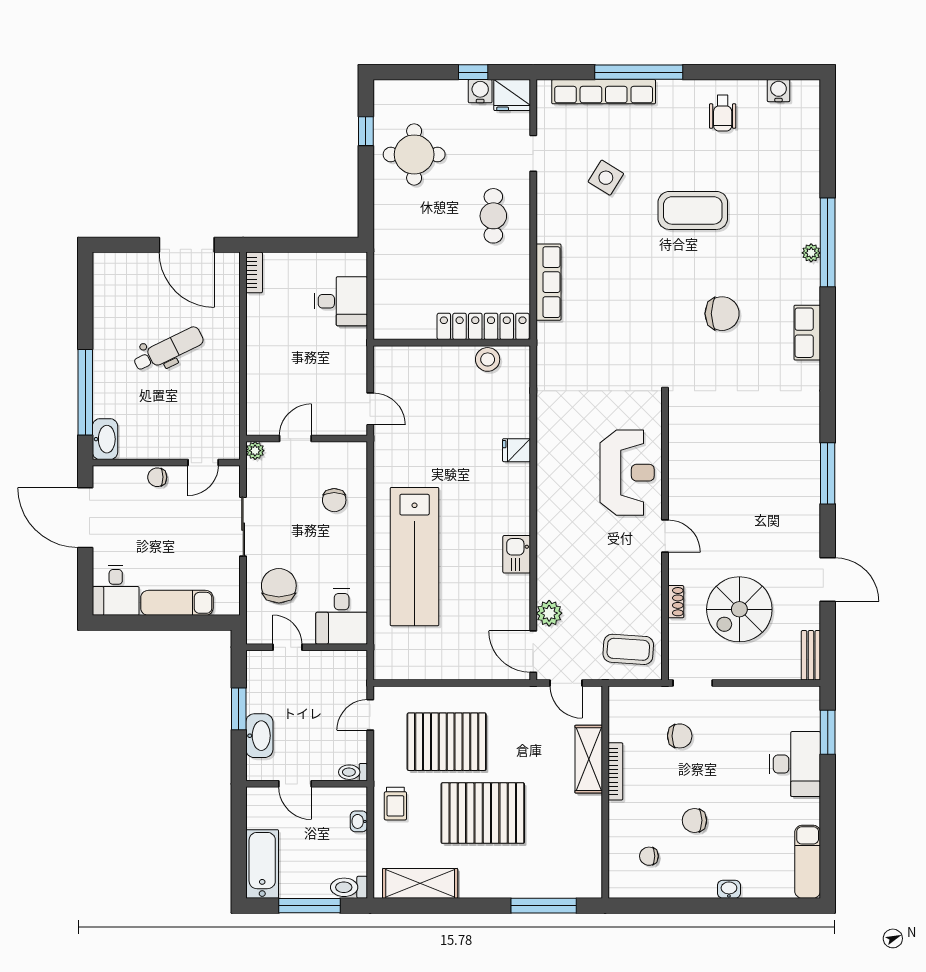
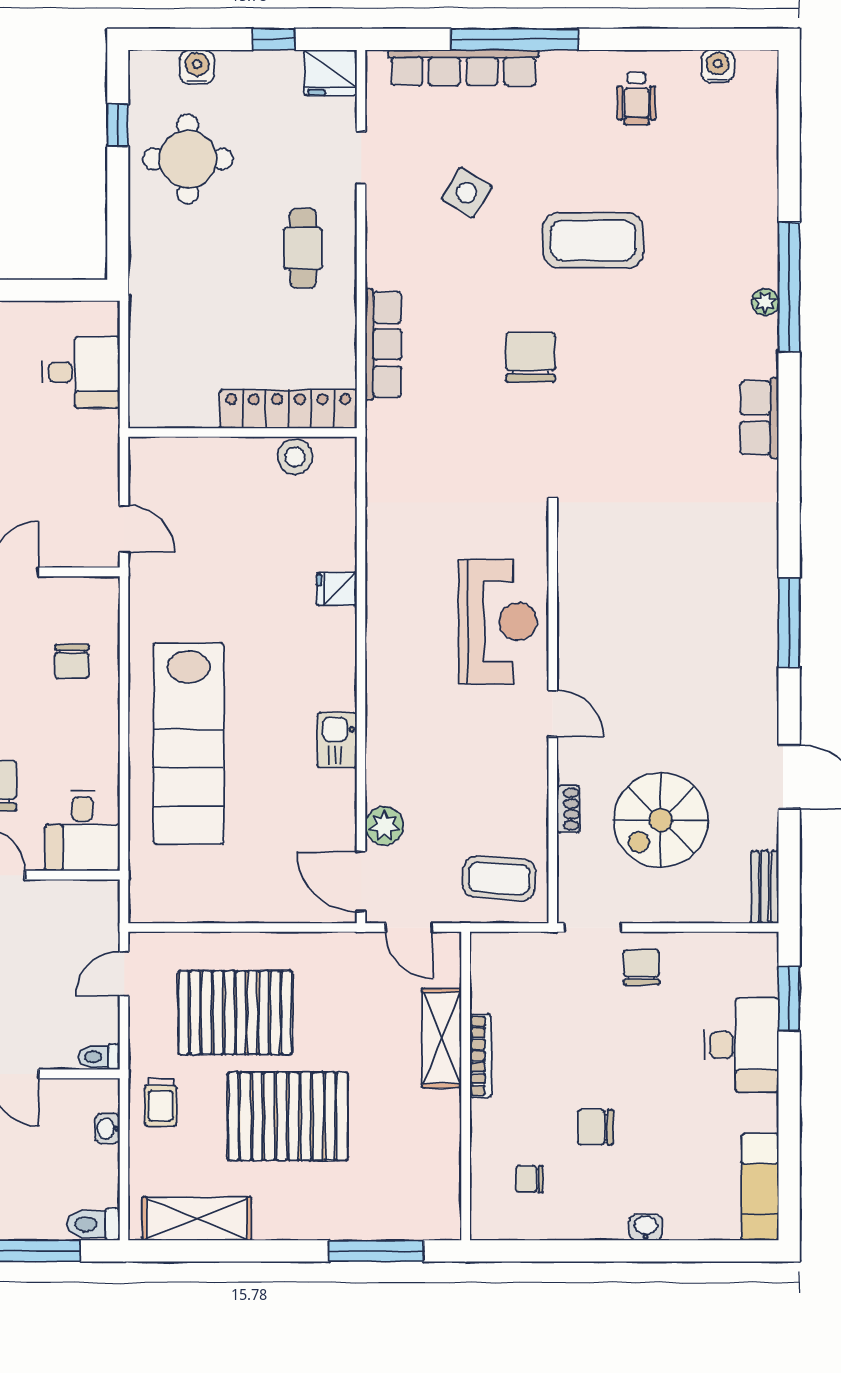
water cooler: (480, 91) -> (197, 67), moved
chair: (722, 314) -> (531, 358), moved, turned -90
chair: (680, 736) -> (641, 967), moved, turned -90

